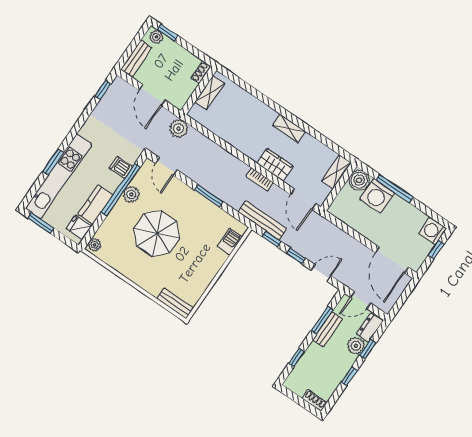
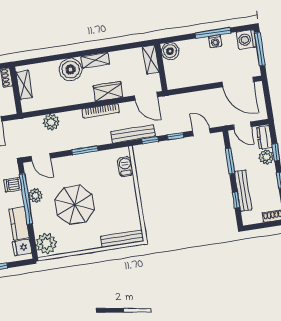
boiler: (261, 116) -> (71, 69), added
plant: (179, 129) -> (51, 122), moved
bookcase: (260, 179) -> (101, 111), width x1.56
window: (395, 189) -> (213, 33), moved
washing machine: (377, 196) -> (215, 41), moved, width x0.53, depth x0.53
plant: (95, 245) -> (46, 243), width x1.88, depth x1.88
window: (436, 250) -> (260, 49), width x2.17
door: (321, 273) -> (201, 132), hinge flipped
door: (361, 300) -> (242, 126), hinge flipped
bench: (175, 303) -> (122, 239), width x1.36
bench: (328, 329) -> (243, 191), moved, width x1.36

